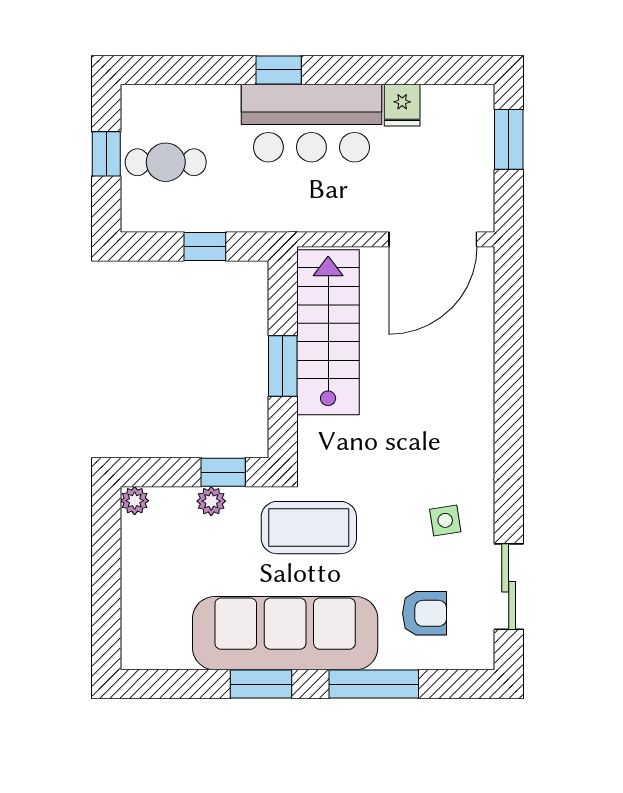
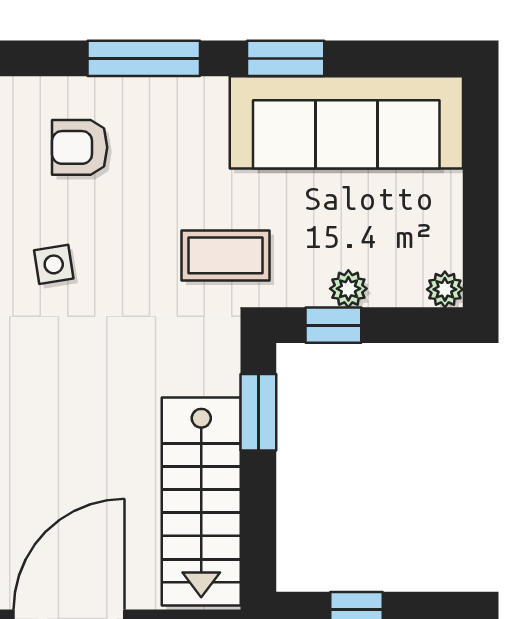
window: (283, 366) -> (258, 412), moved
coffee table: (309, 528) -> (226, 255), width x0.73, depth x0.76
sofa: (285, 633) -> (346, 122), moved

